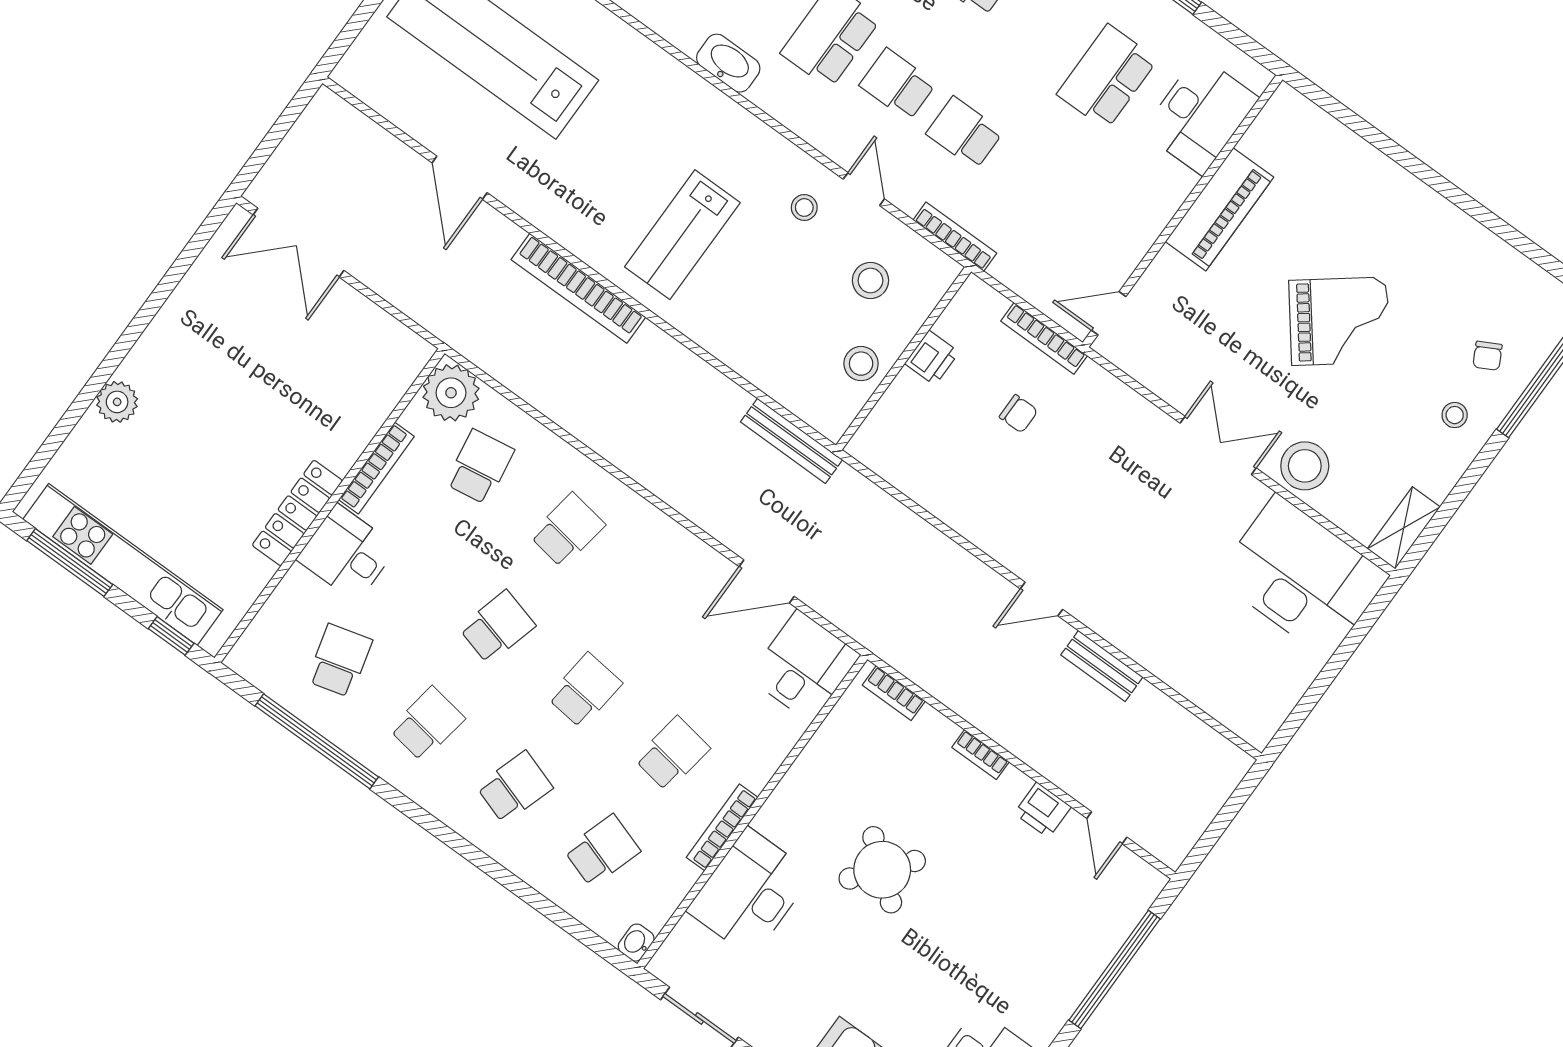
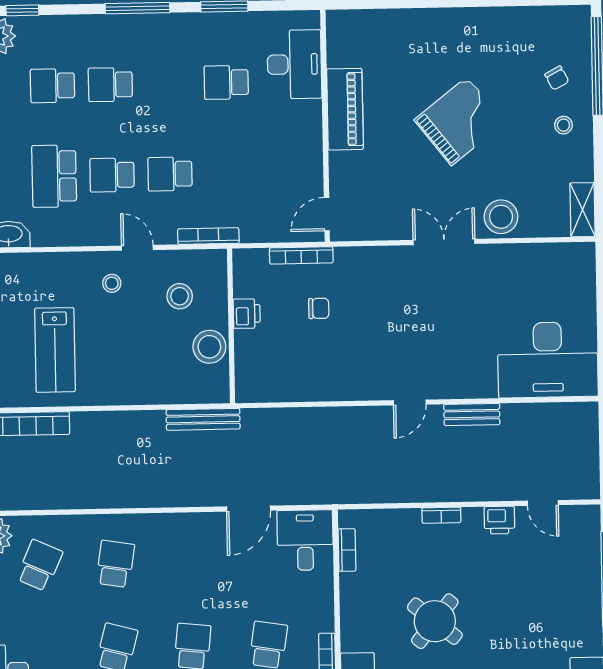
school desk: (1107, 77) -> (226, 82), width x0.54
stool: (861, 364) -> (209, 347), width x1.38, depth x1.38
school desk: (480, 467) -> (39, 565), turned 33
desk: (1302, 577) -> (548, 360), moved, turned 180
bookcase: (894, 693) -> (347, 550), moved, turned -90

